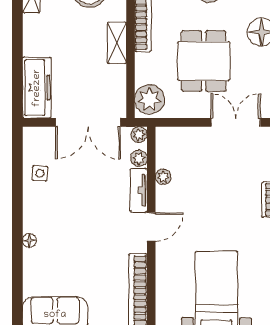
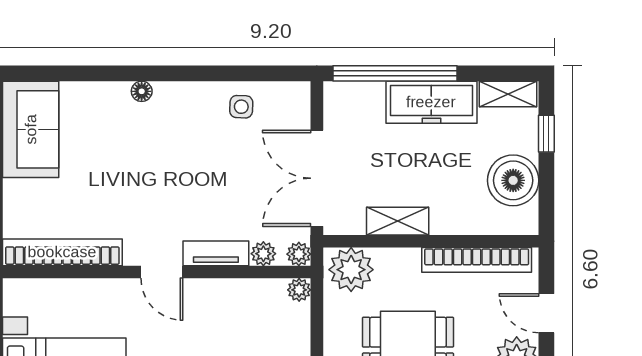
shelving: (117, 43) -> (398, 221), moved
window: (17, 70) -> (395, 73), added
freezer: (37, 88) -> (431, 102), moved
plant: (163, 177) -> (299, 290), moved

